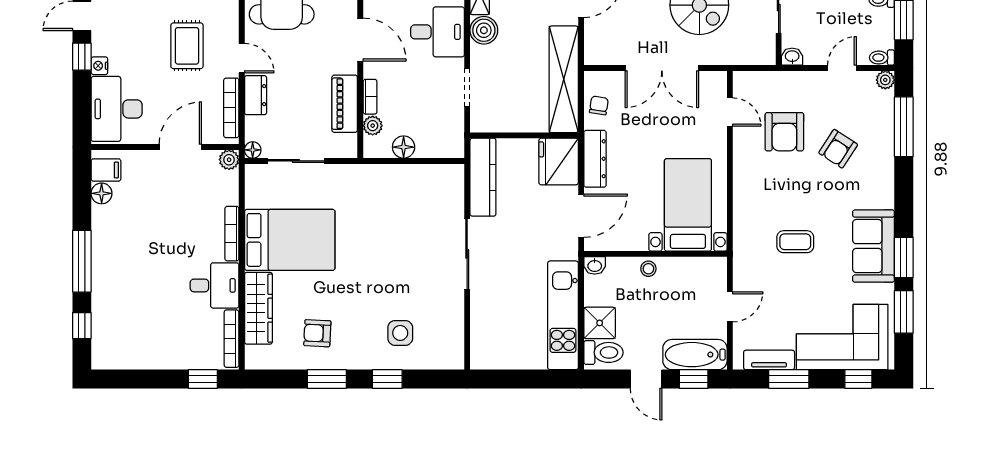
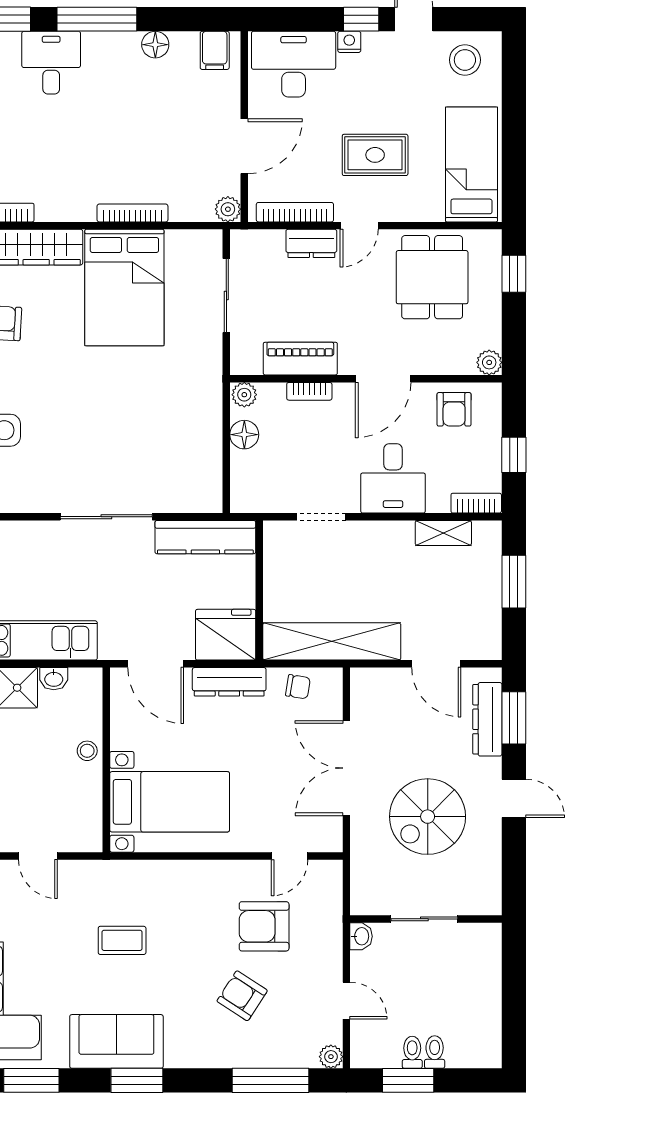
boiler: (484, 30) -> (395, 538), removed
toilet: (882, 58) -> (412, 1052), moved
plant: (373, 126) -> (244, 395), moved
door: (180, 147) -> (244, 146), hinge flipped
floor lamp: (253, 150) -> (240, 240), removed
floor lamp: (102, 193) -> (155, 45), moved
coffee table: (795, 242) -> (122, 940), turned 90
window: (904, 258) -> (137, 1080), moved
washbasin: (595, 265) -> (54, 679), moved, turned -90
desk: (215, 285) -> (51, 63), moved, turned 180

